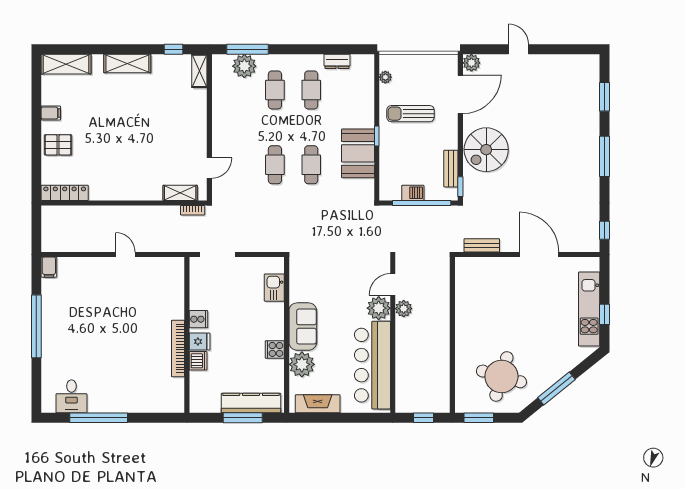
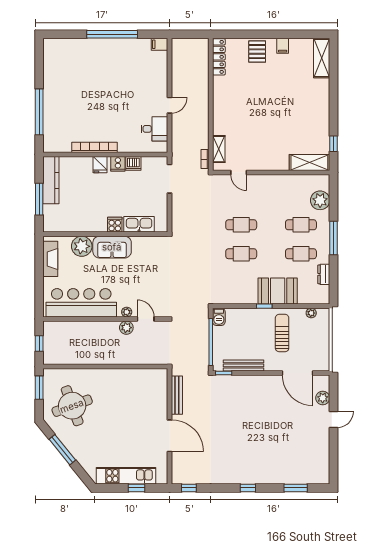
window: (248, 49) -> (333, 238), moved
plant: (471, 63) -> (323, 398), moved
shelving: (127, 64) -> (322, 107), removed
shelving: (199, 71) -> (309, 162), width x1.50, depth x1.33
spiral stairs: (486, 150) -> (253, 394), removed
booth: (358, 153) -> (278, 291), moved
window: (604, 156) -> (248, 488), width x0.46
bench: (451, 169) -> (244, 365), width x1.36
barbecue: (413, 193) -> (219, 317), moved
bench: (482, 245) -> (177, 395), width x1.36
door: (539, 254) -> (170, 436), hinge flipped
kitchen sink: (274, 288) -> (139, 224), width x1.38
plant: (379, 308) -> (127, 312), width x0.53, depth x0.53
window: (604, 314) -> (136, 488), moved
cooker: (275, 349) -> (115, 225), moved
dishwasher: (198, 361) -> (133, 163), moved
round table: (501, 376) -> (72, 406), turned -36
desk: (71, 396) -> (154, 129), moved, turned 180
kitchen counter: (251, 403) -> (51, 180), moved
window: (99, 418) -> (39, 112), moved

